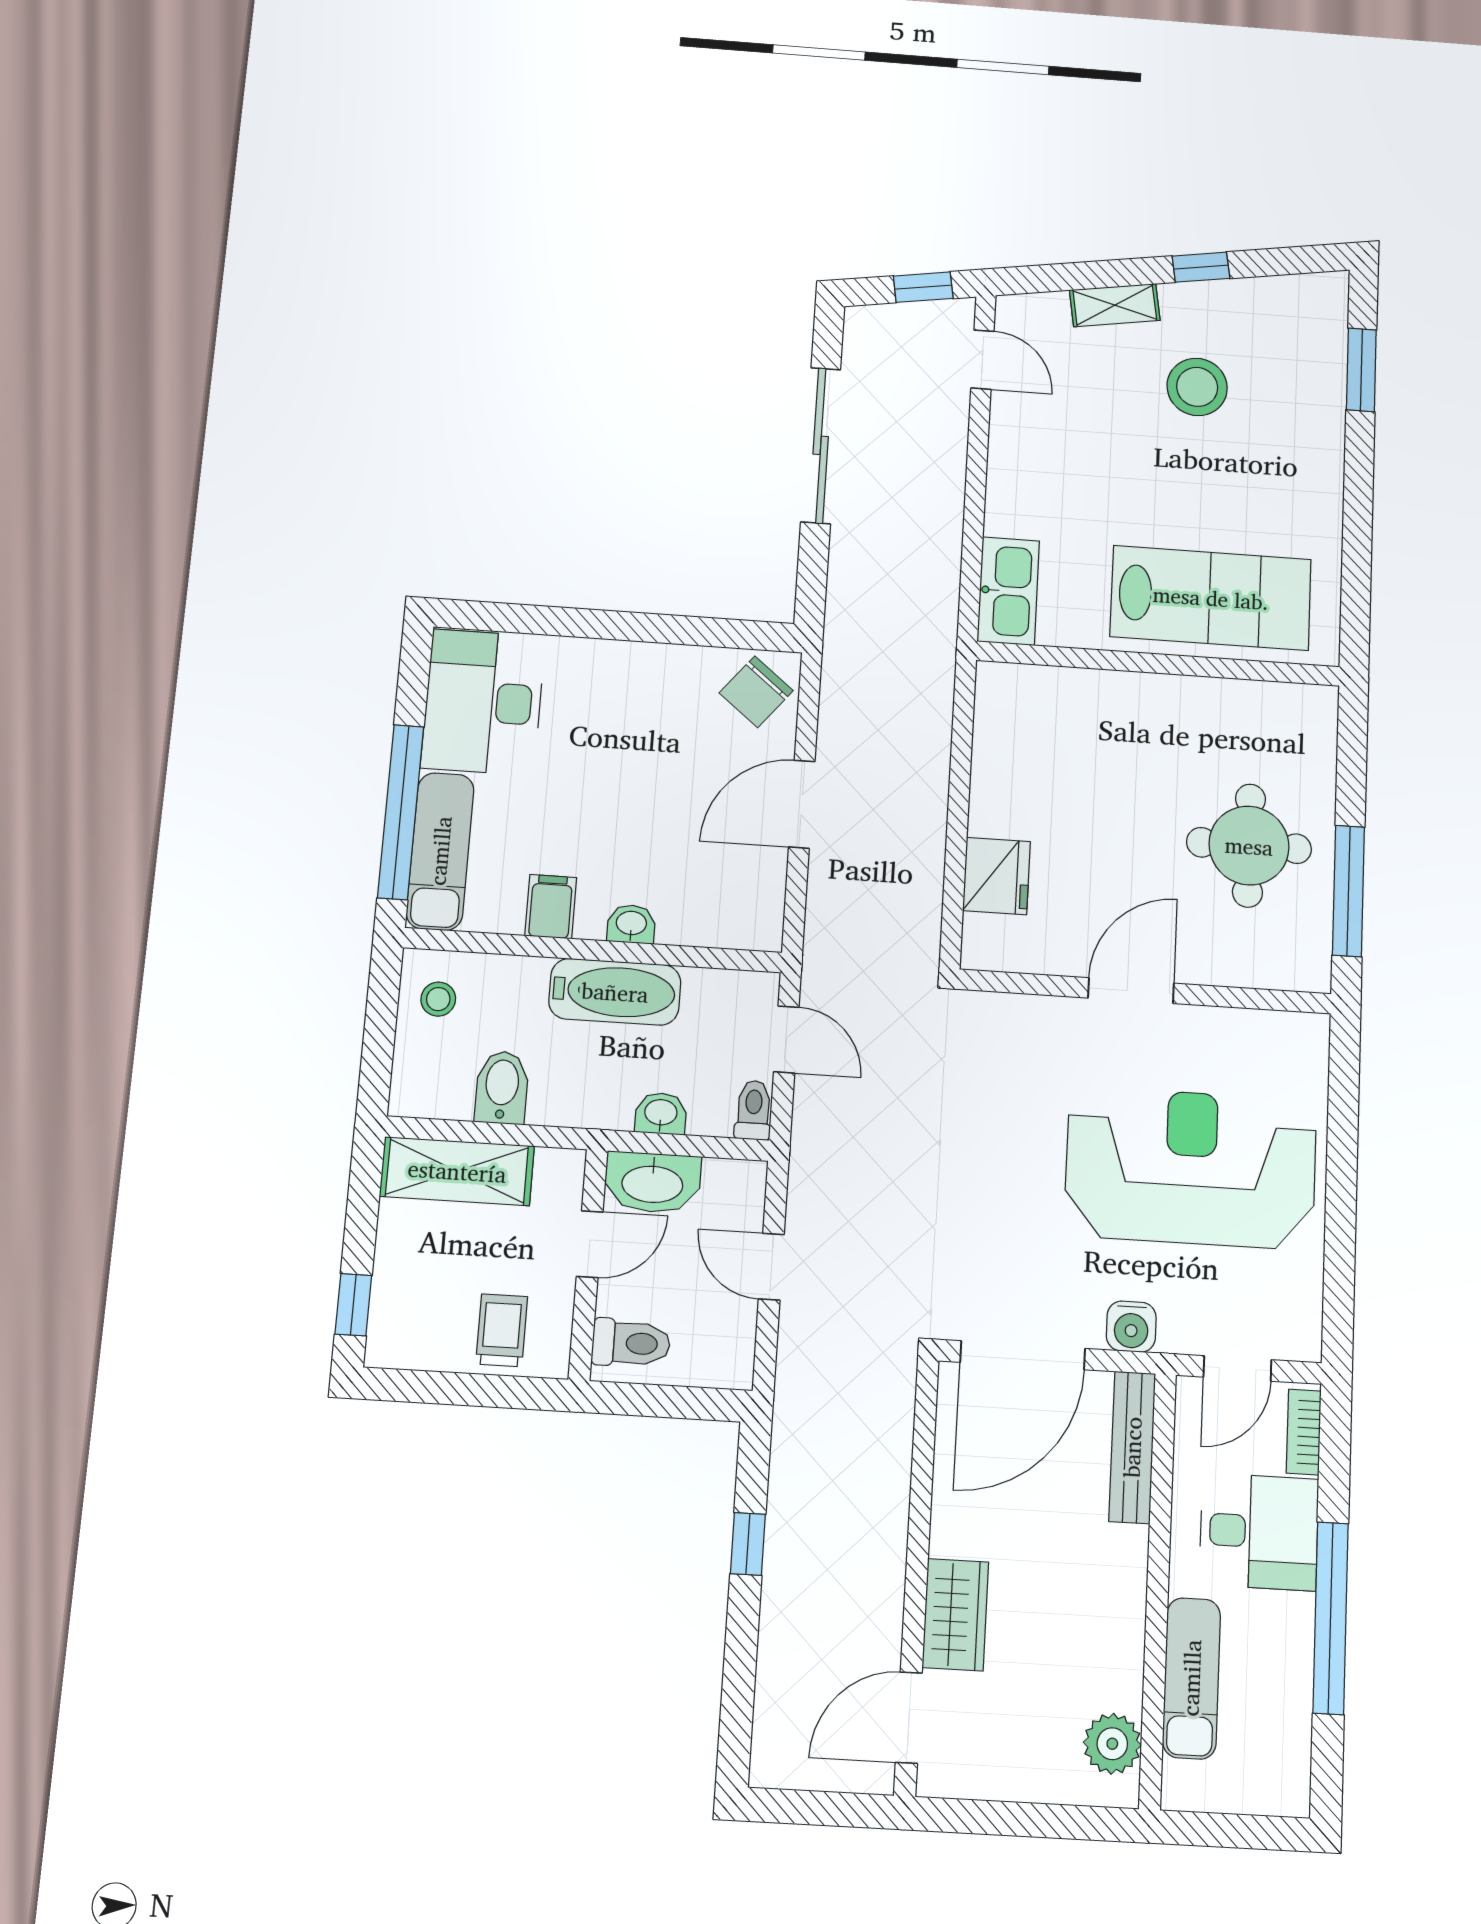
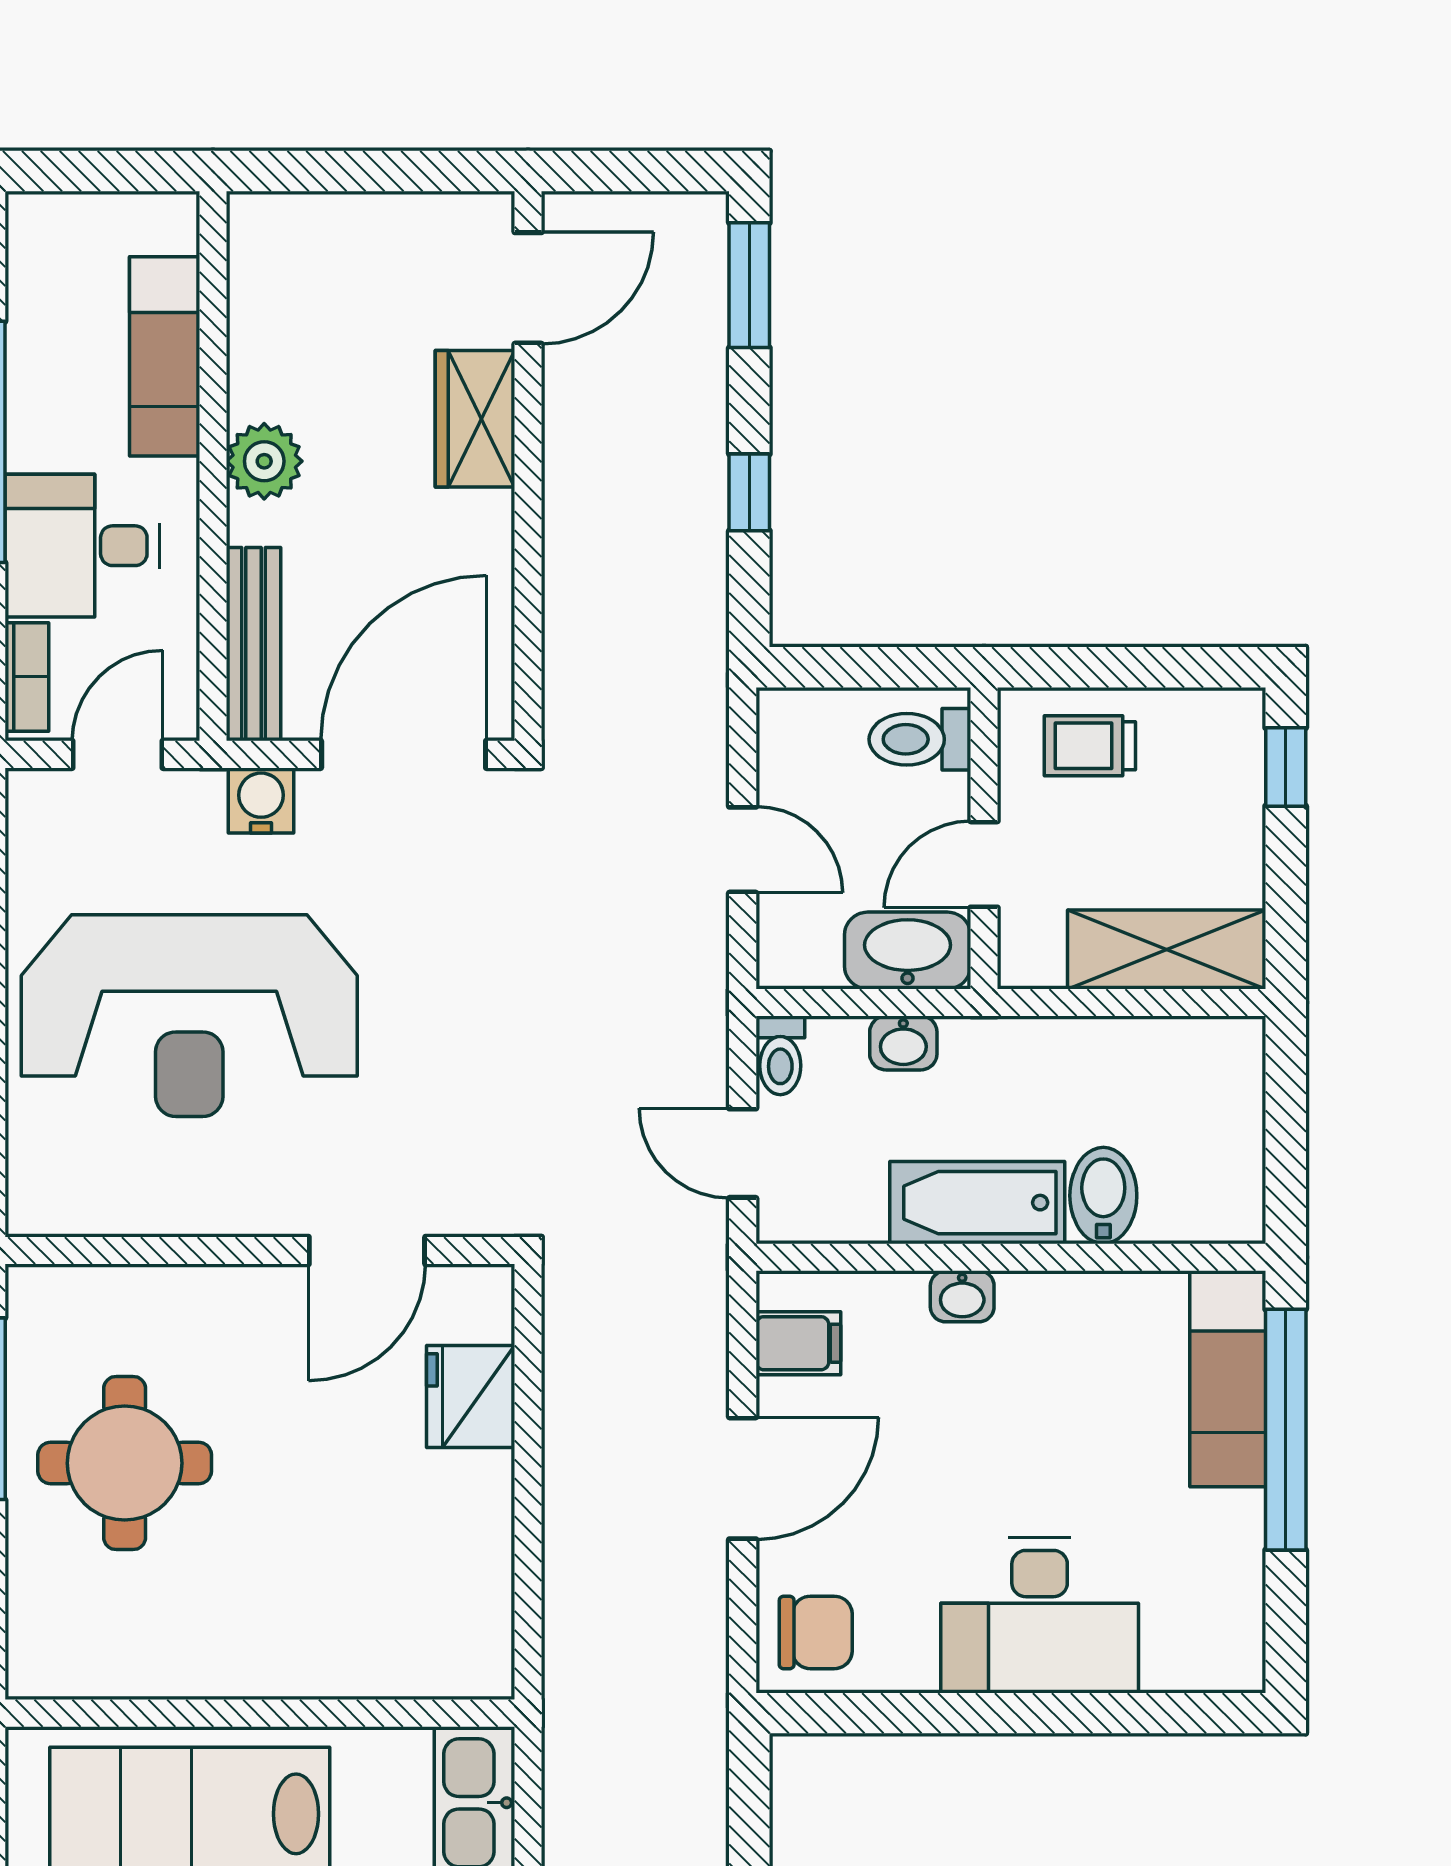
chair: (756, 692) -> (816, 1632), turned 51
desk: (483, 702) -> (1040, 1615), moved, turned 90
filing cabinet: (551, 907) -> (798, 1343), moved, turned -90
door: (1131, 991) -> (367, 1250), moved
stool: (438, 999) -> (1212, 1177), removed
bidet: (502, 1087) -> (1103, 1196), moved, turned 180
trolley: (502, 1330) -> (1090, 746), turned 90
window: (737, 1710) -> (749, 285), added
plant: (1112, 1744) -> (264, 461), moved

